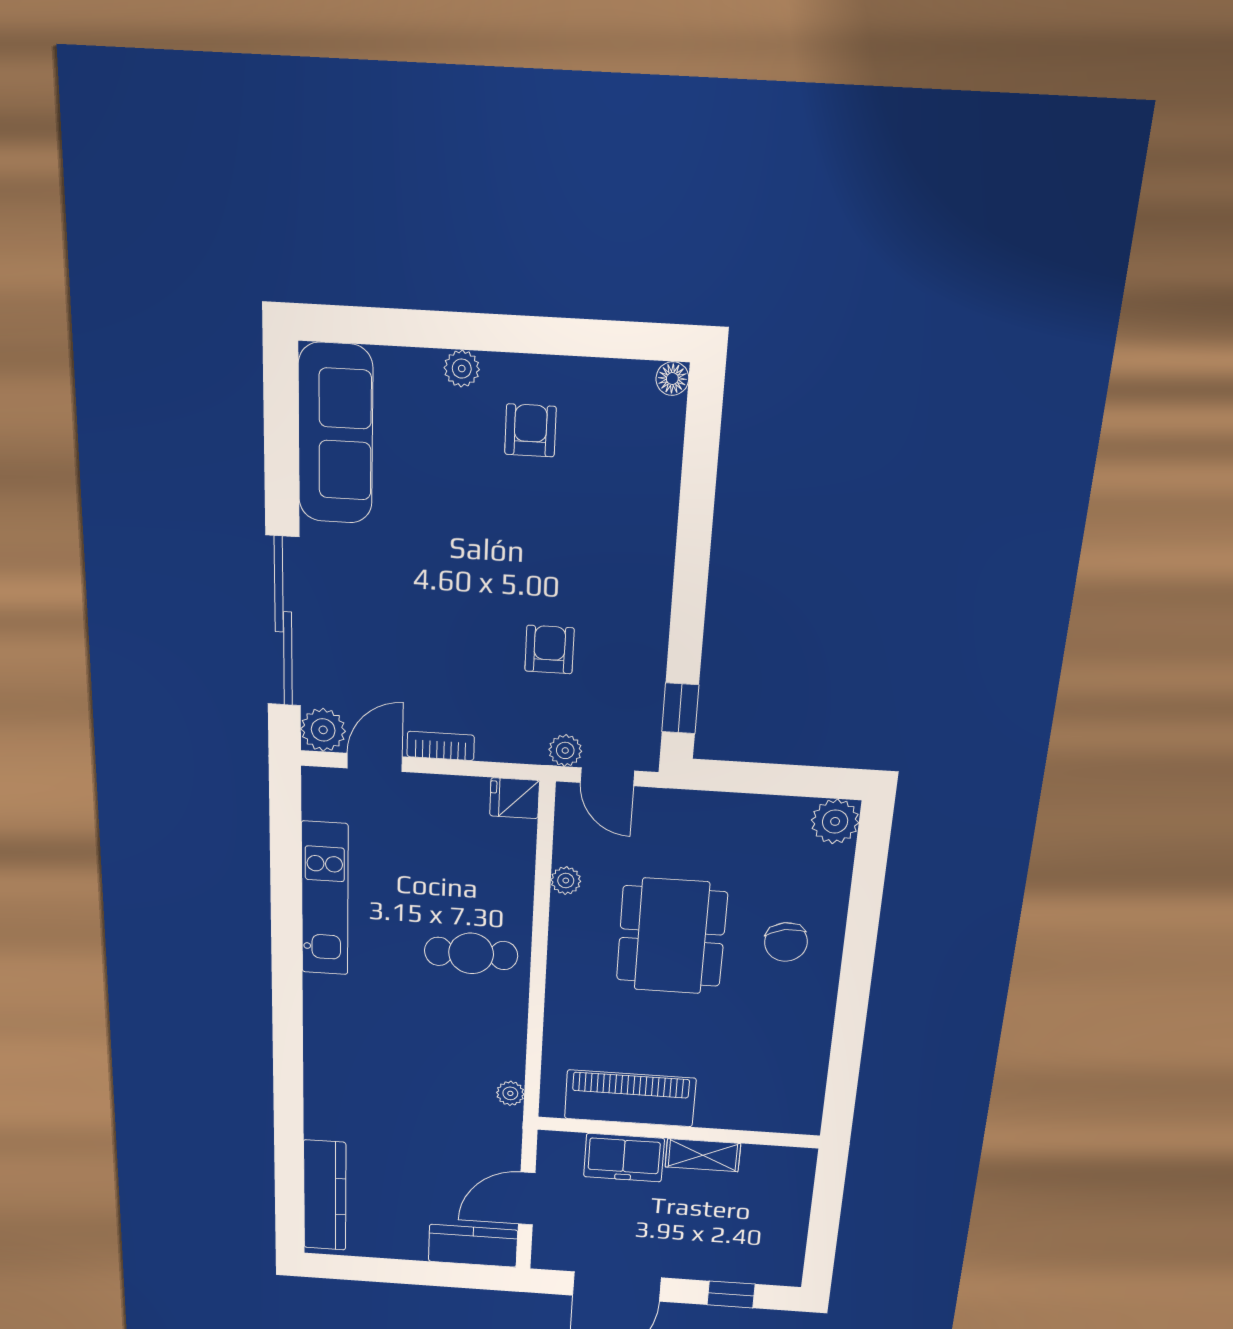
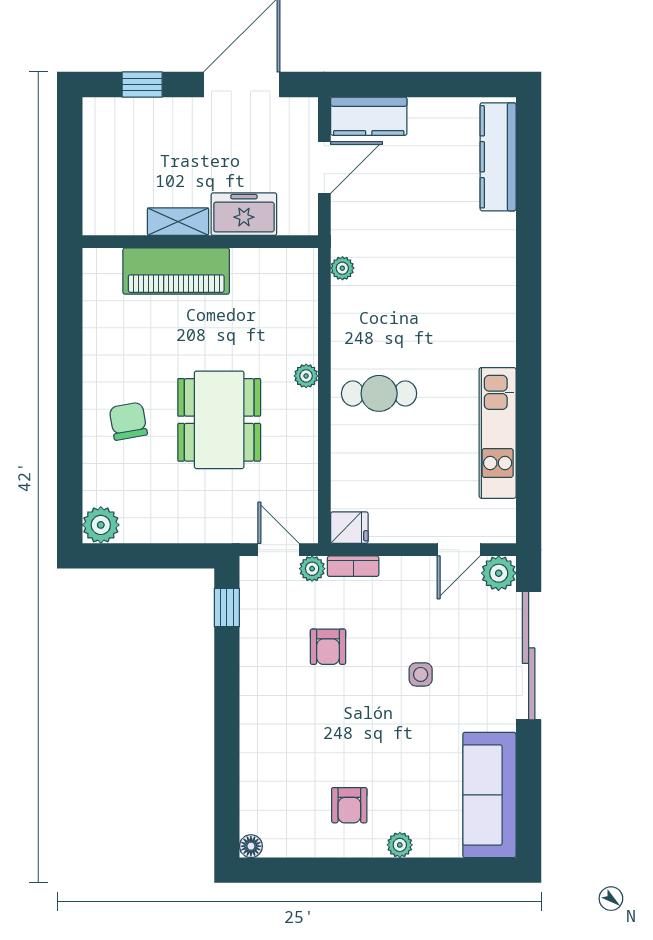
side table: (427, 606) -> (421, 674), added
bookcase: (441, 746) -> (353, 566), moved
plant: (566, 881) -> (306, 376), moved
piano: (630, 1098) -> (176, 271), moved

